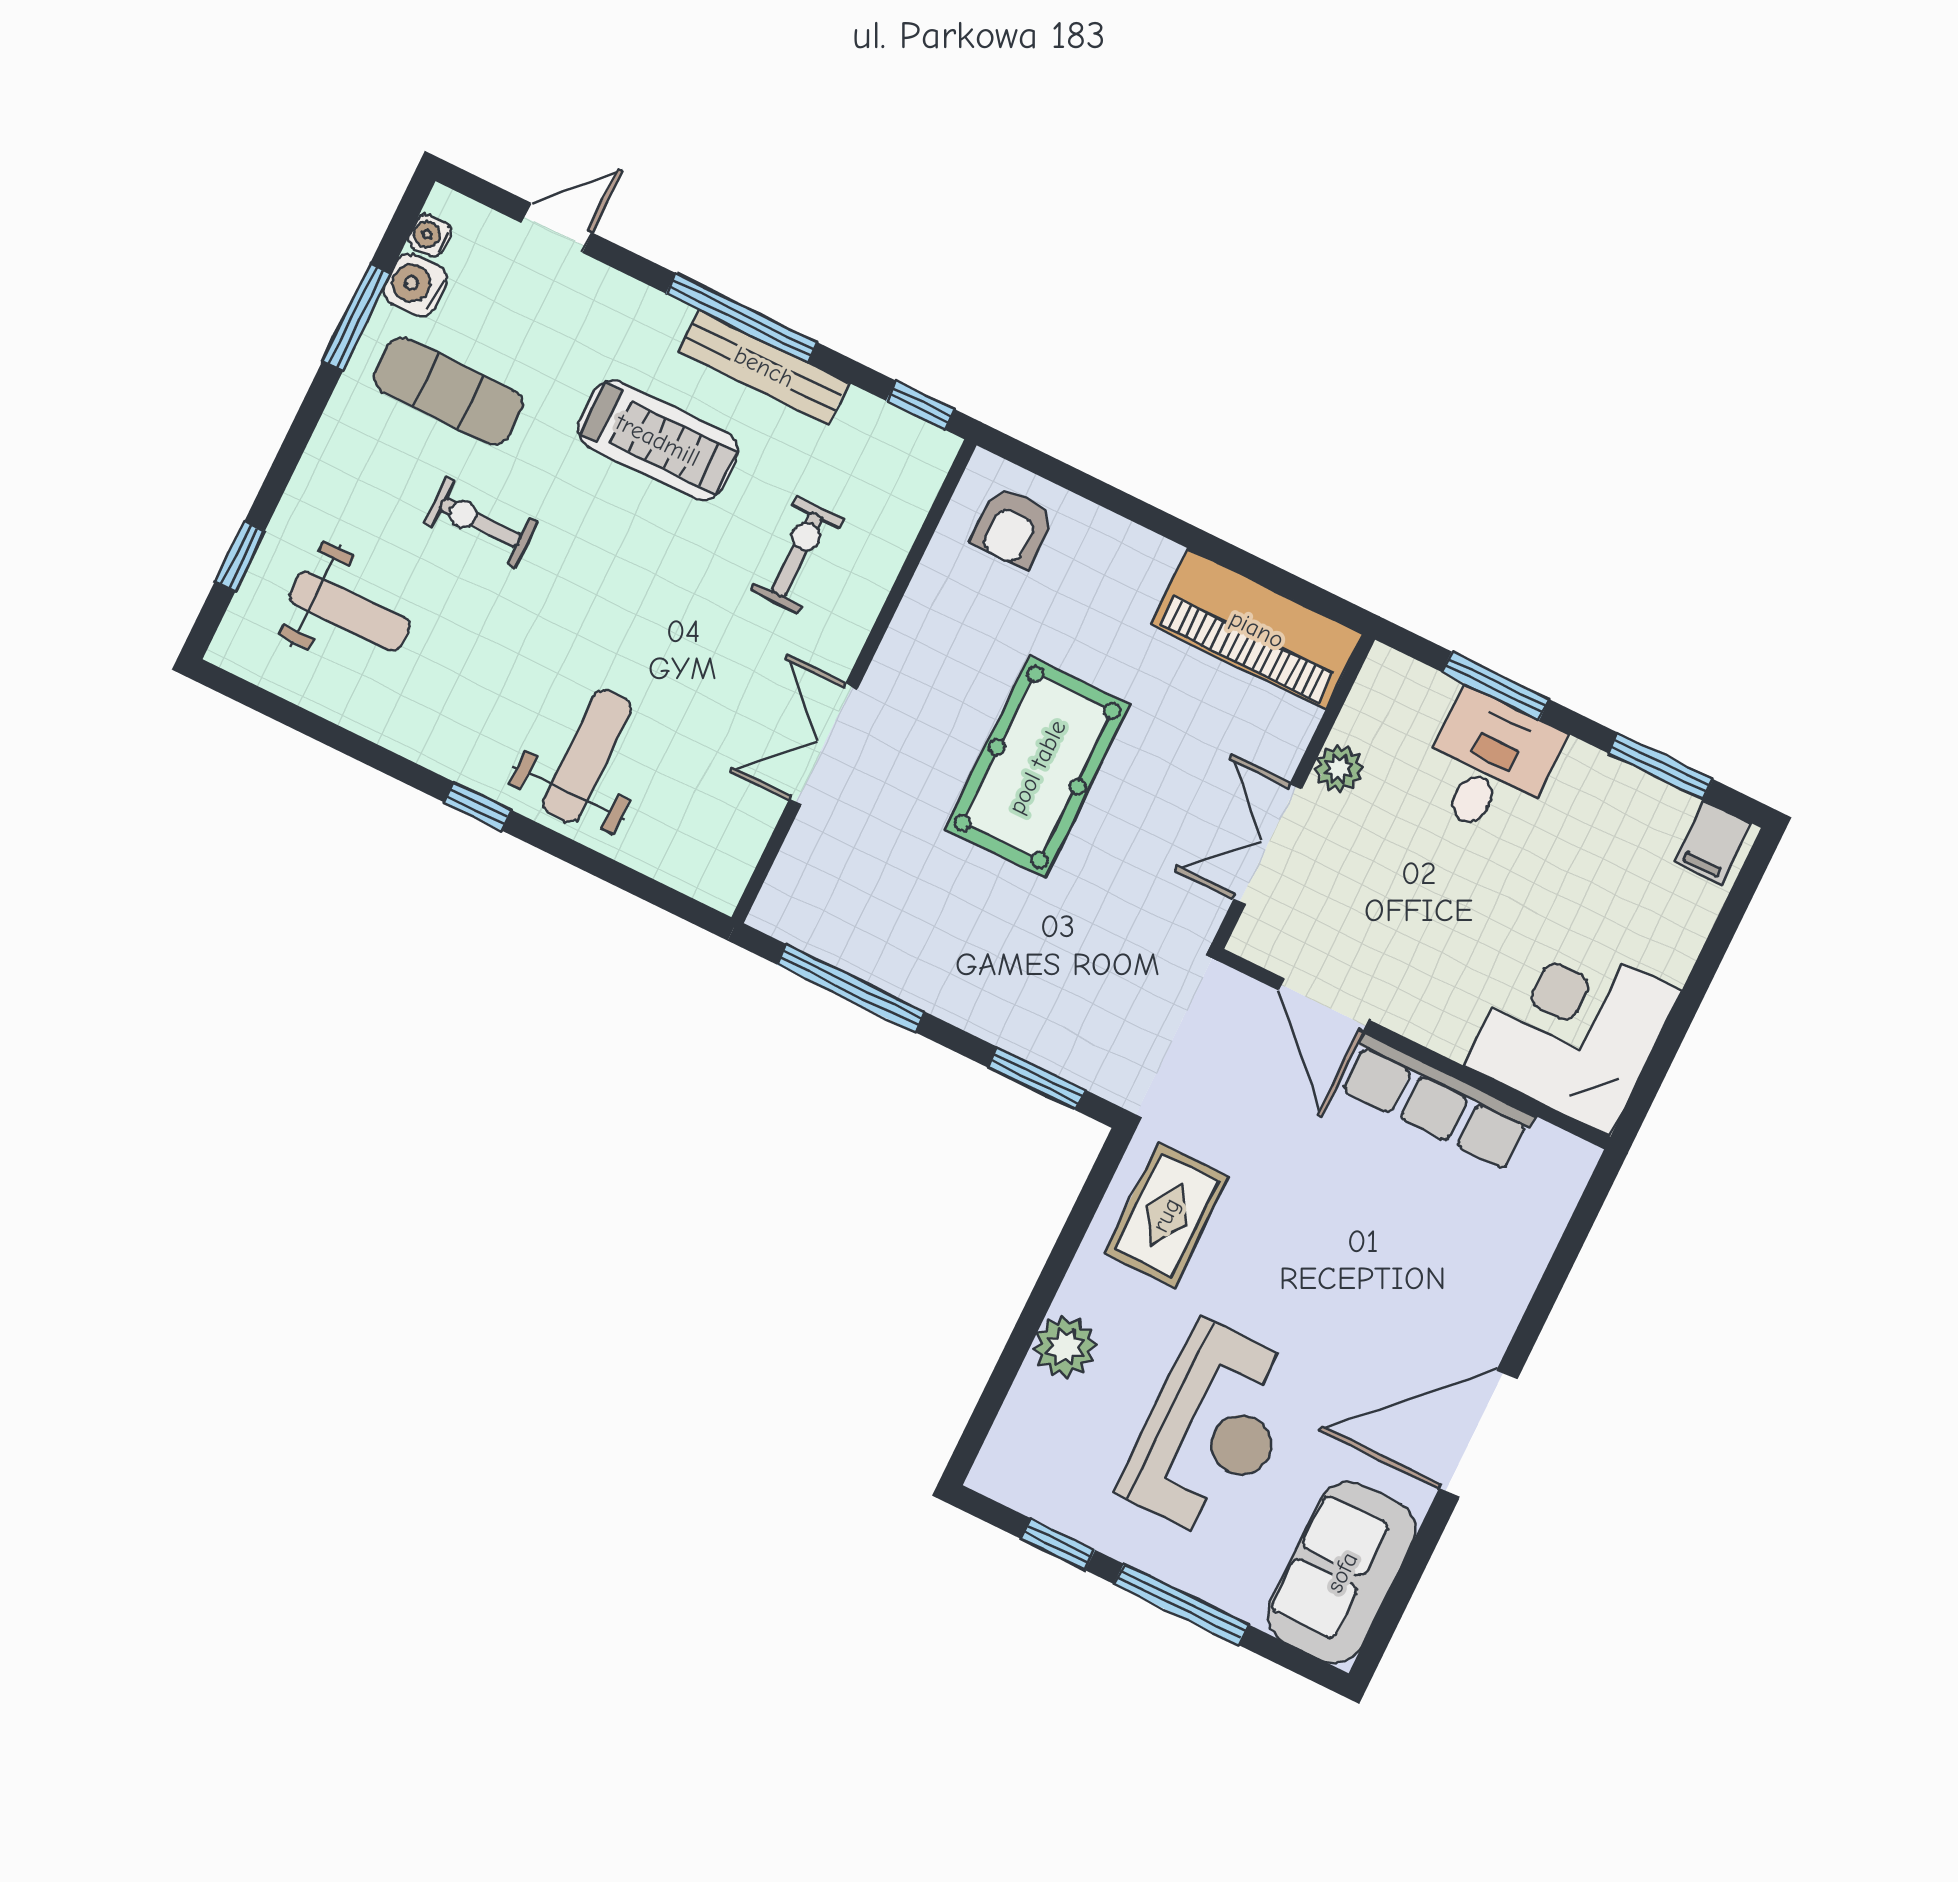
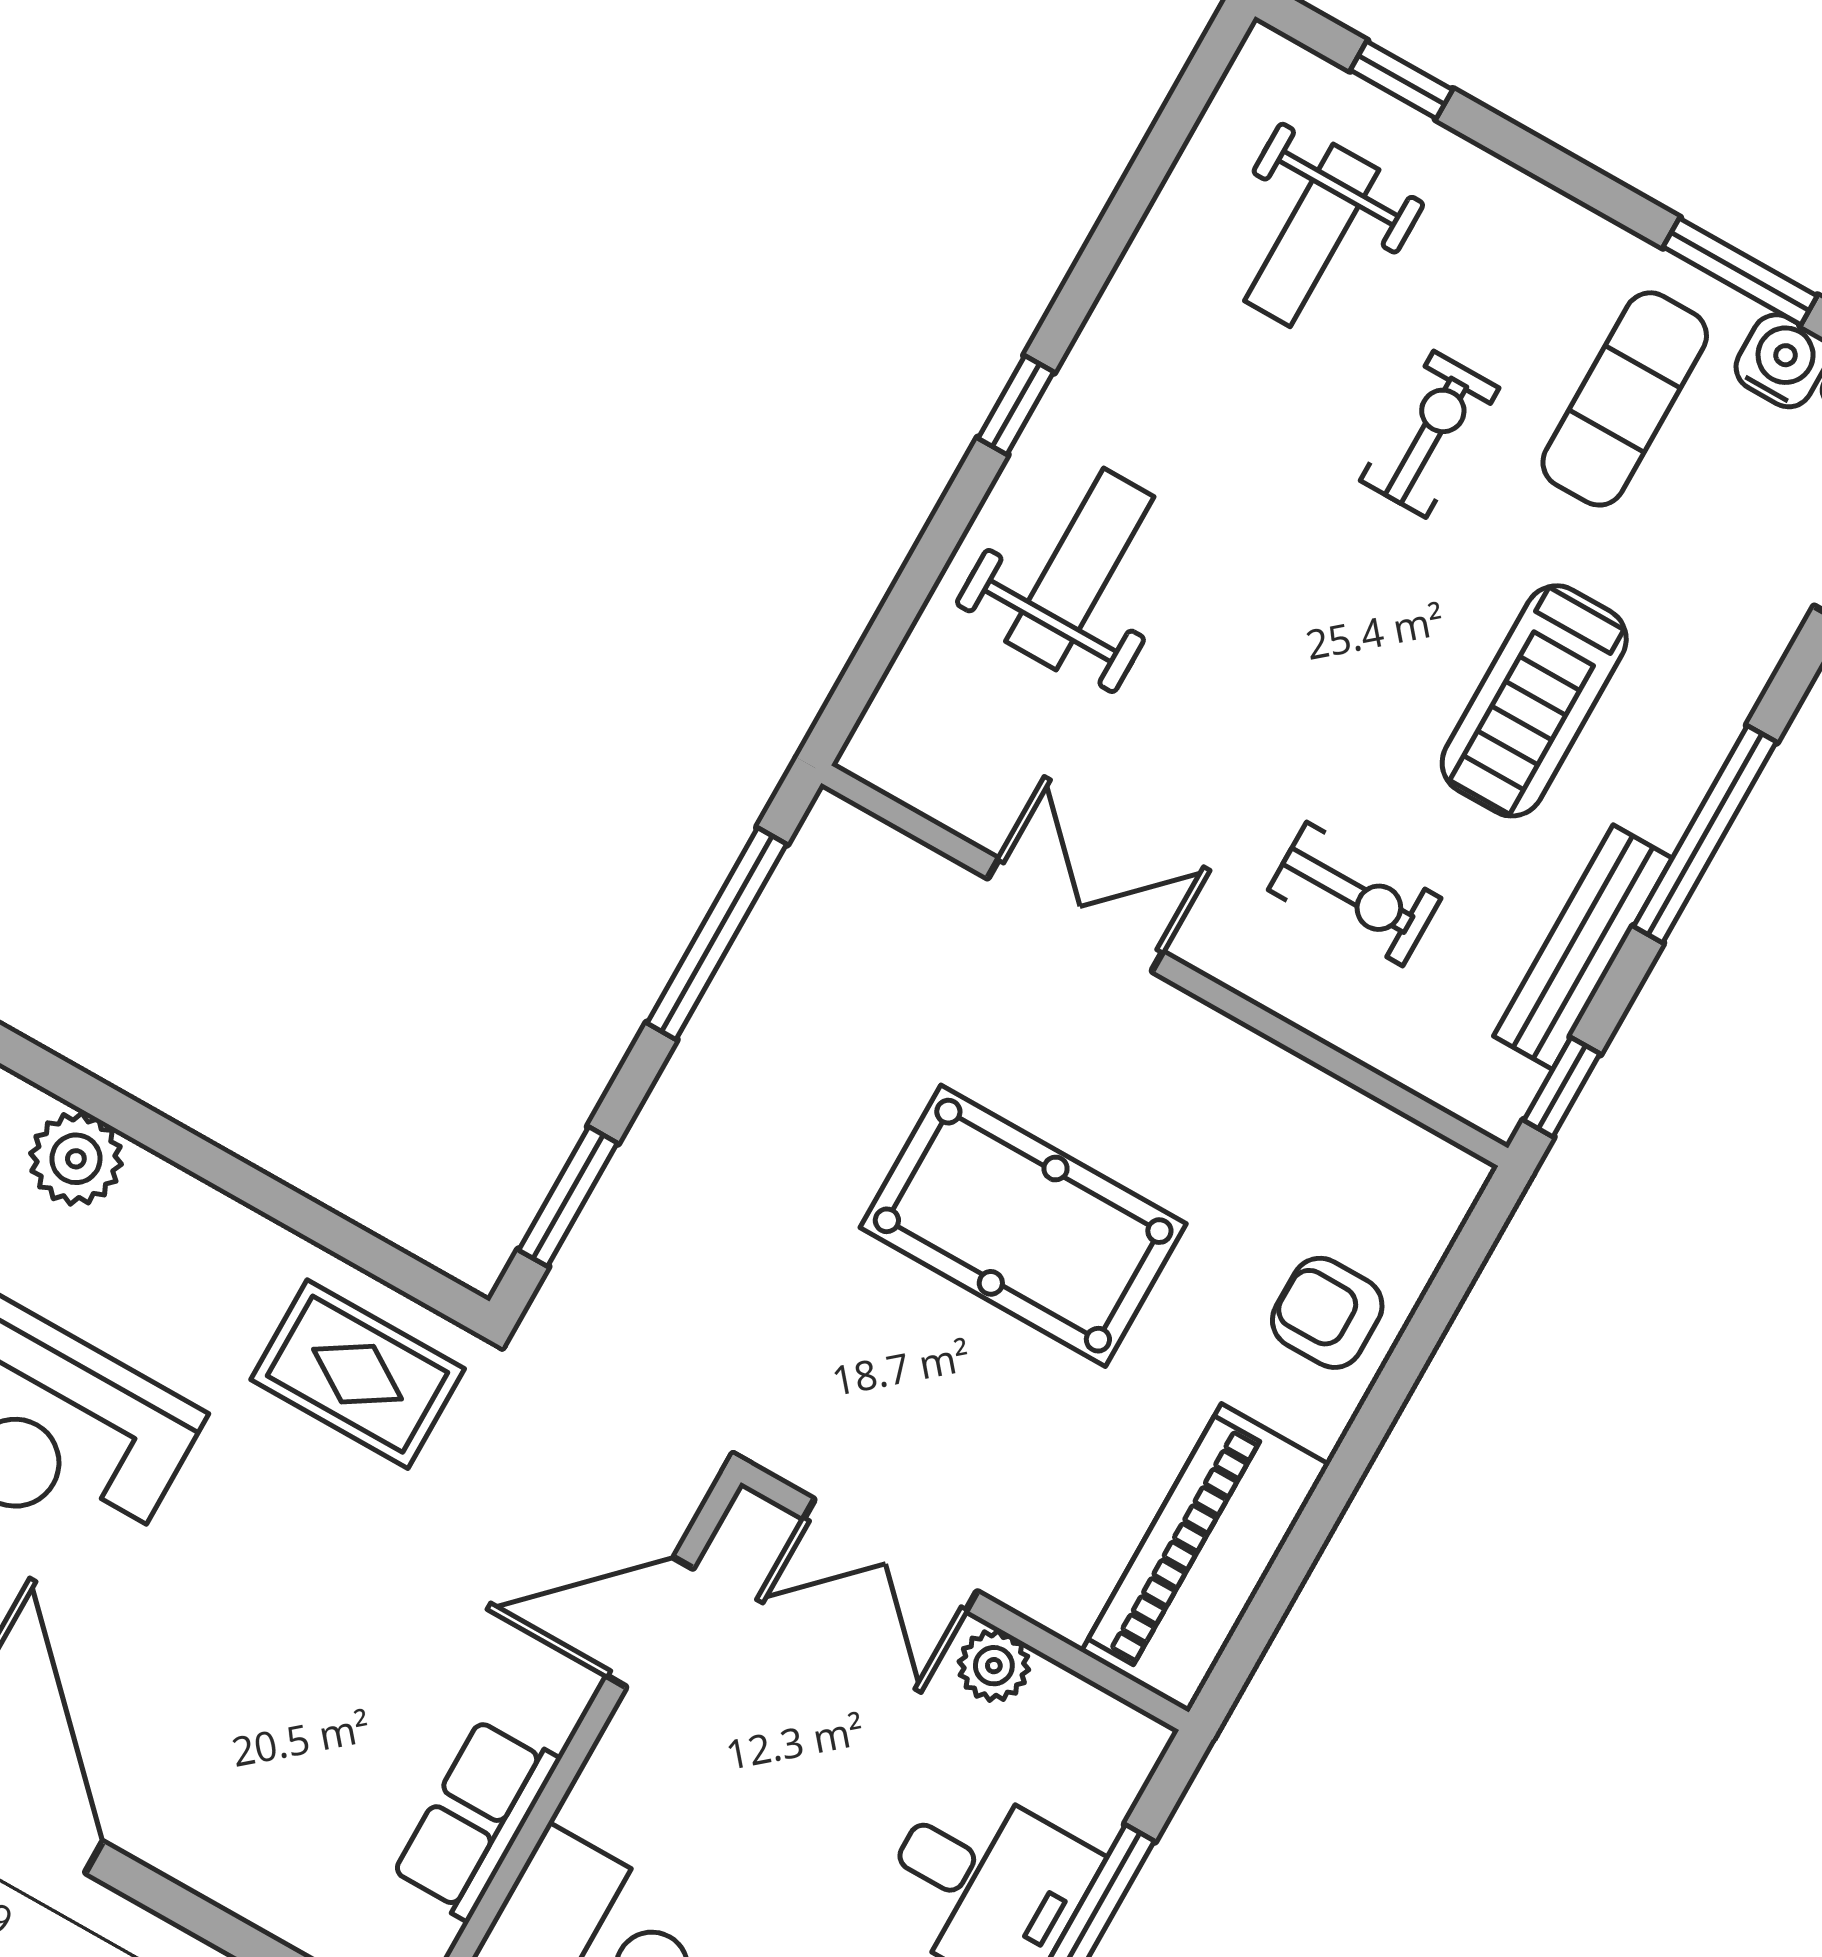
bench: (764, 367) -> (1583, 947), moved
armchair: (1013, 527) -> (1327, 1313), moved
weight bench: (587, 756) -> (1080, 569), turned -90
double door: (1268, 844) -> (890, 1555), swing flipped
row of seats: (1437, 1102) -> (476, 1818), width x0.68
plant: (1065, 1347) -> (76, 1159), moved

